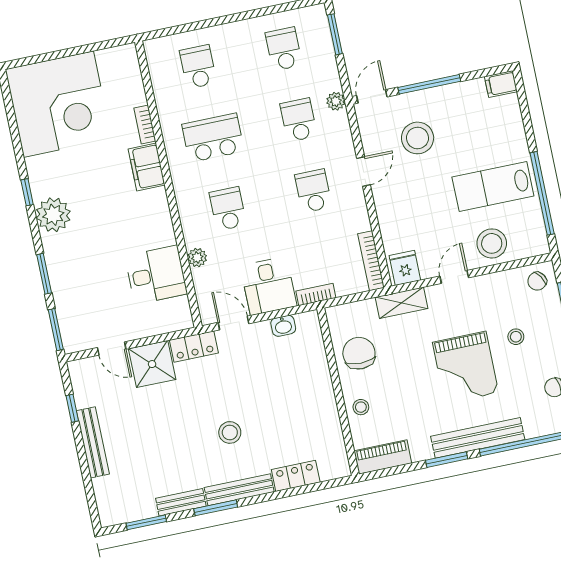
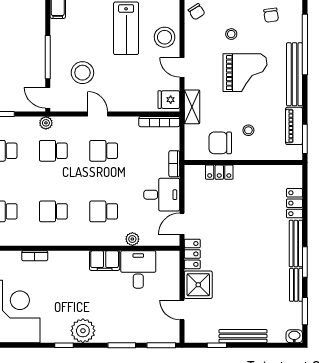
school desk: (213, 138) -> (53, 211), width x0.54
filing cabinet: (147, 167) -> (105, 261), moved
washbasin: (283, 326) -> (294, 336), moved, turned -90
door: (112, 348) -> (182, 310), swing flipped
locker: (317, 361) -> (219, 172), added
stool: (361, 407) -> (248, 130), moved
stool: (230, 432) -> (256, 242), removed
piano: (383, 457) -> (294, 126), moved
window: (447, 460) -> (305, 139), moved

